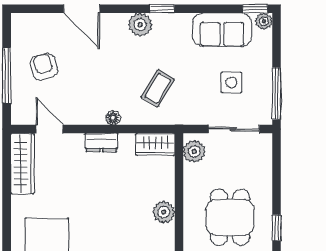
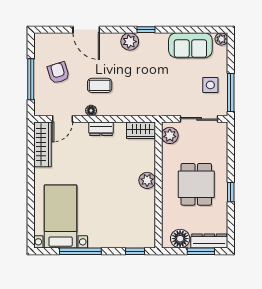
window: (255, 9) -> (215, 30), removed
side table: (231, 82) -> (210, 85), moved
coffee table: (158, 88) -> (100, 85), moved, turned 59
floor lamp: (113, 118) -> (91, 111), moved
door: (50, 129) -> (62, 119), swing flipped

